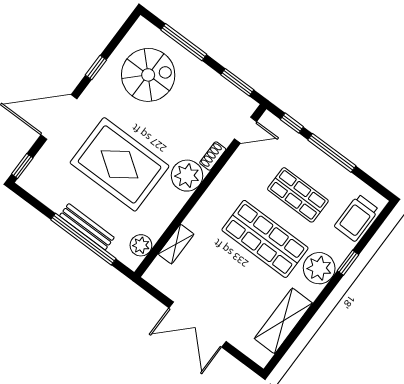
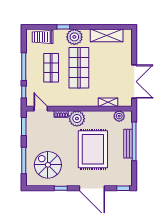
trolley: (357, 218) -> (43, 37), turned 180
double door: (198, 325) -> (134, 82), moved

